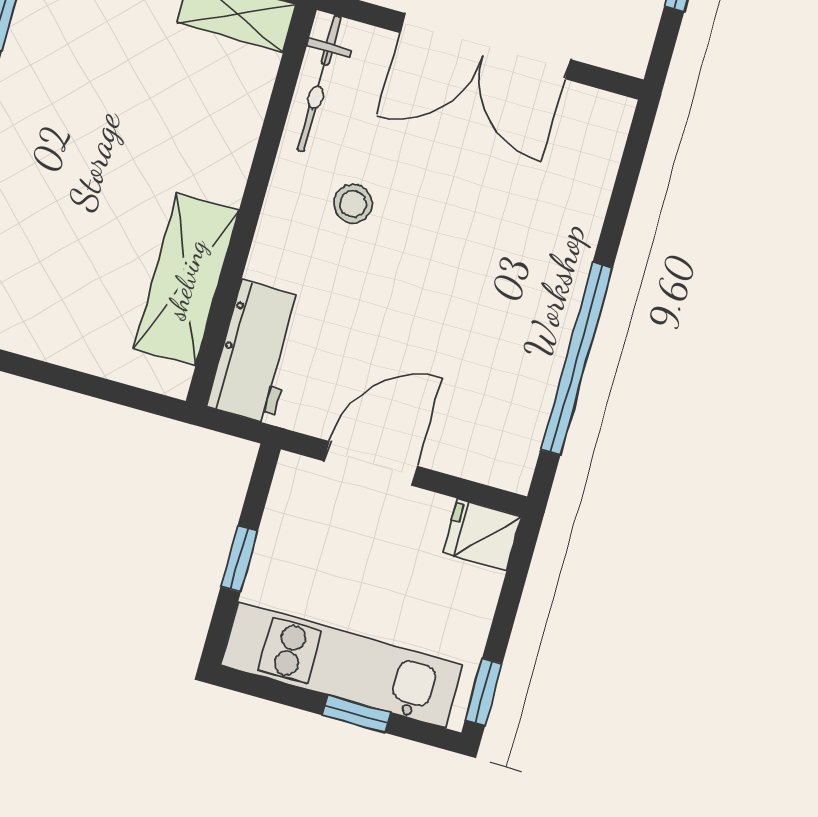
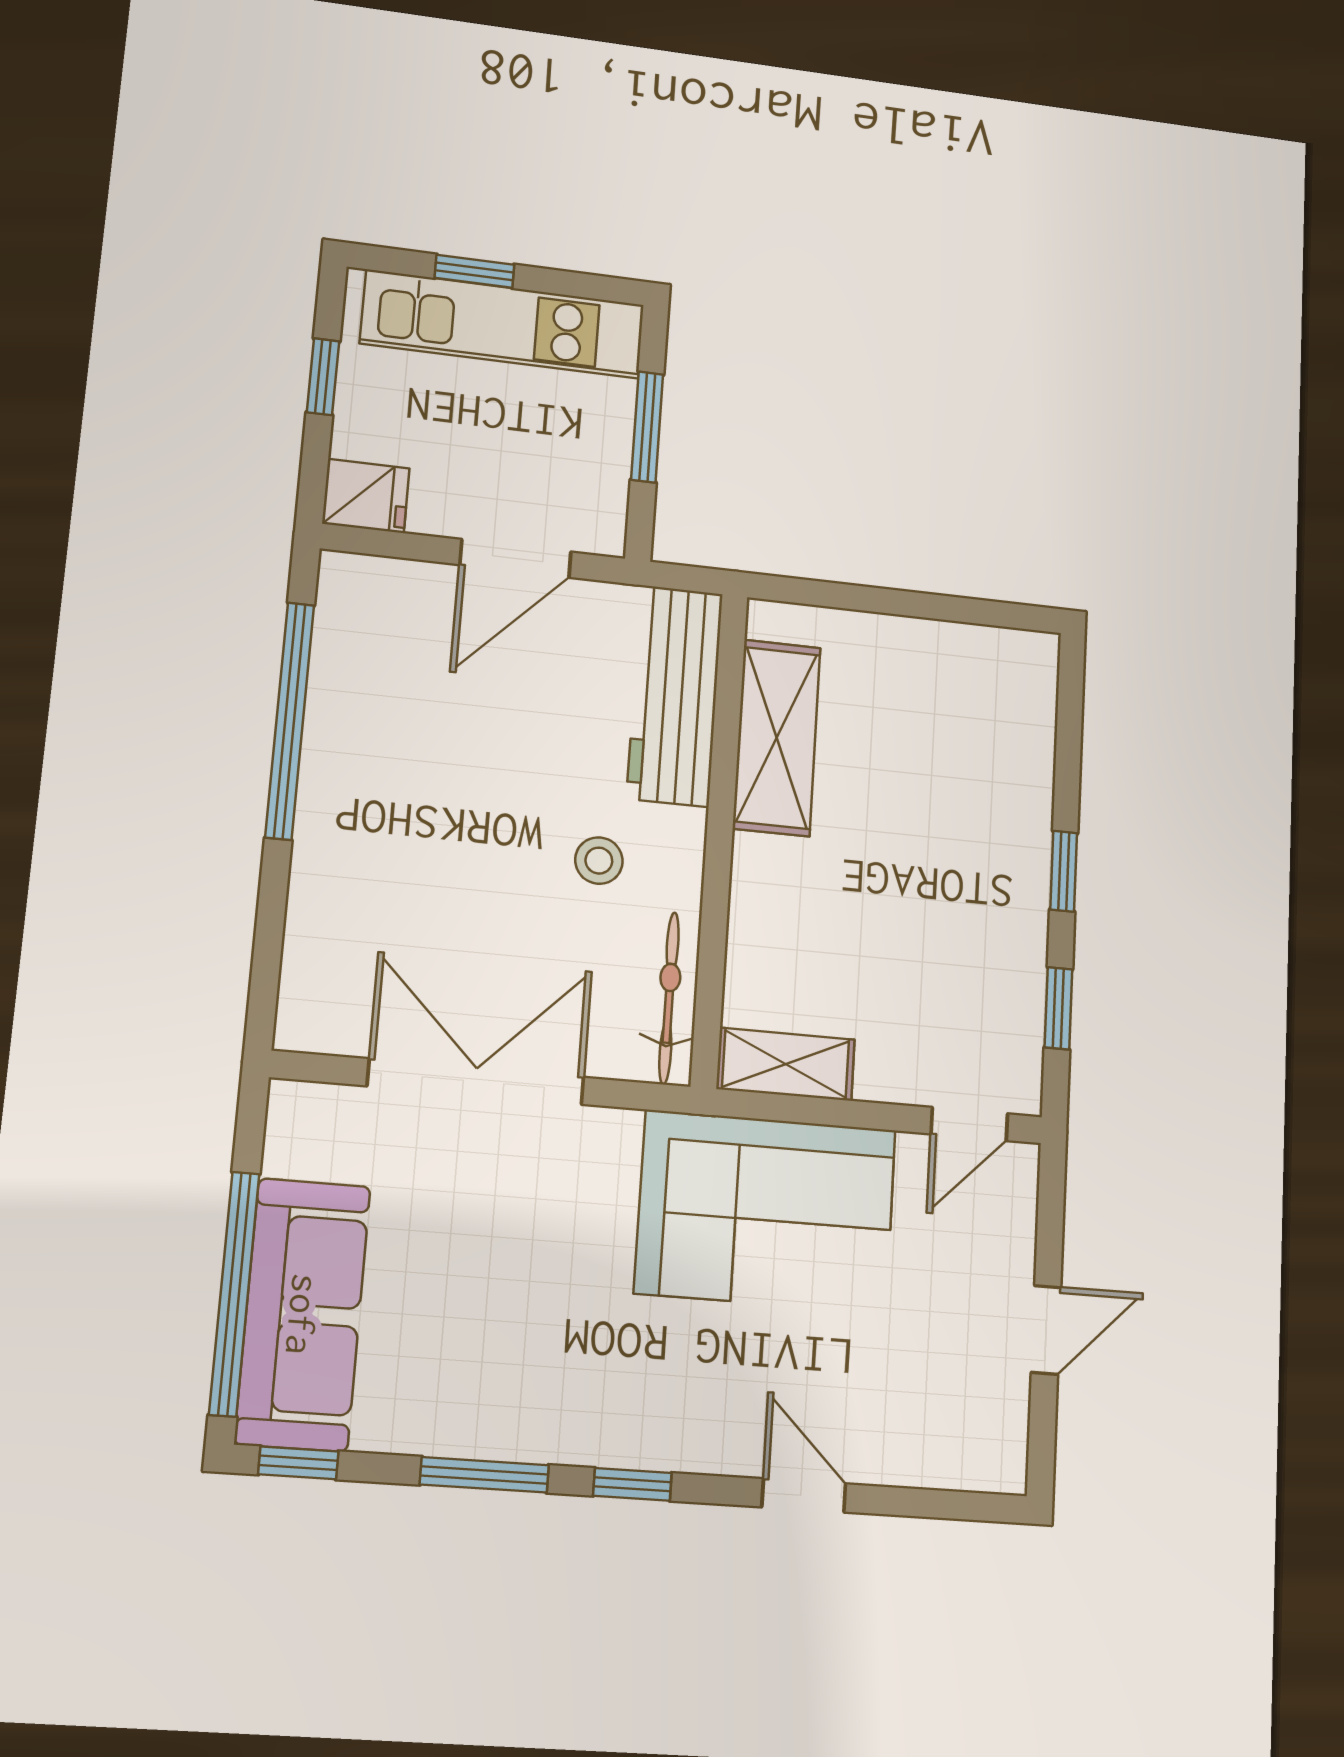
workbench: (257, 352) -> (675, 696), width x1.38
window: (239, 559) -> (647, 427), width x1.50
window: (484, 692) -> (323, 377), moved

